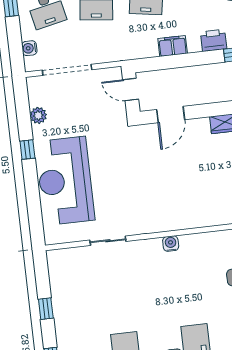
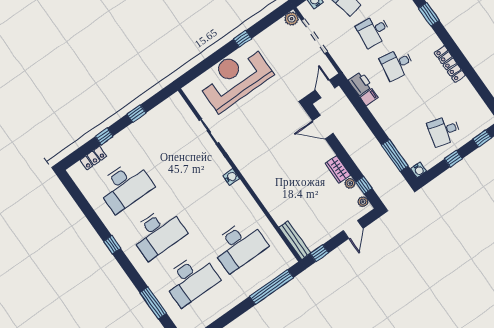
printer: (214, 40) -> (360, 83), moved
filing cabinet: (173, 46) -> (369, 97), width x0.50
plant: (38, 115) -> (292, 19), moved

